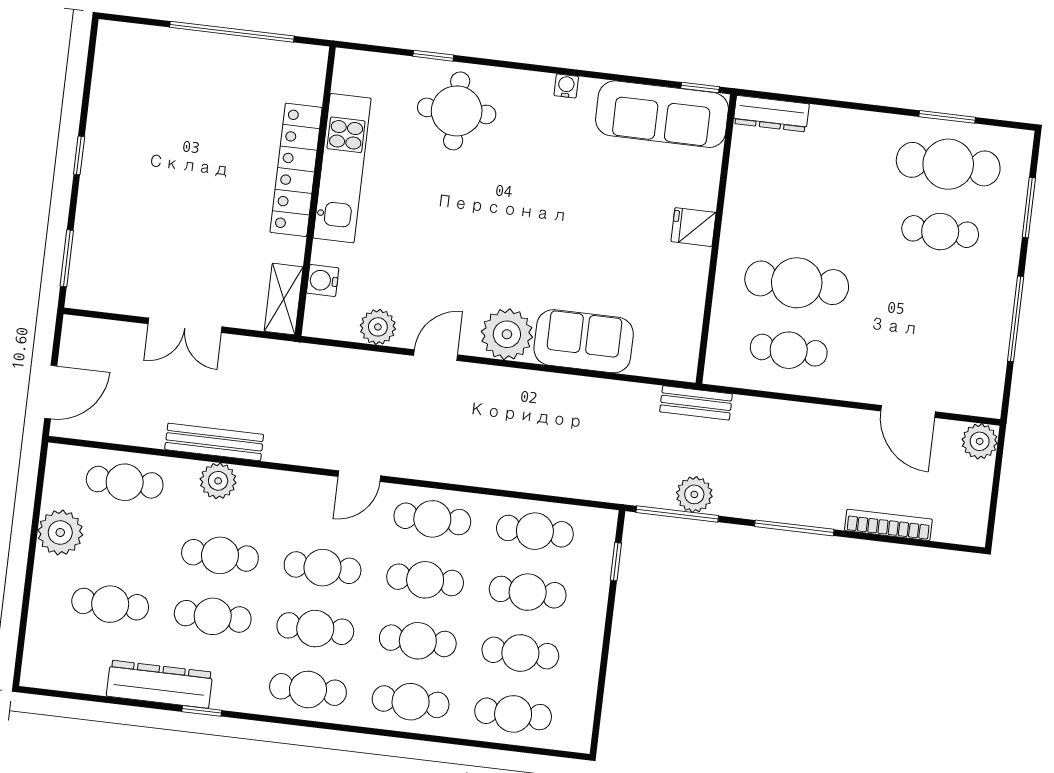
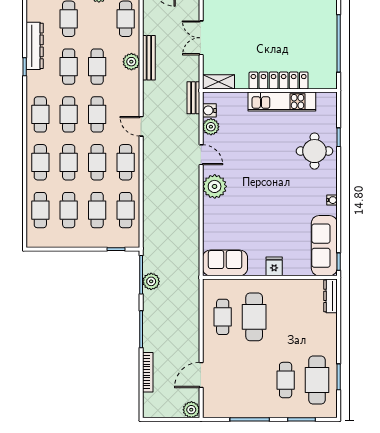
water cooler: (323, 280) -> (209, 110), moved, turned -90
sofa: (584, 341) -> (225, 263), moved, turned -90
bench: (696, 403) -> (193, 98), moved

